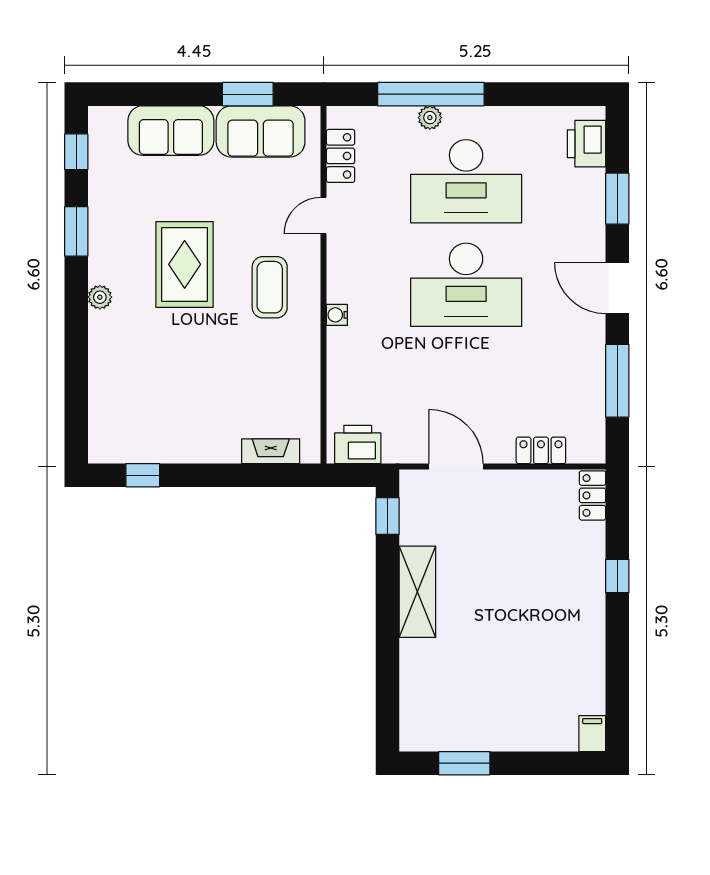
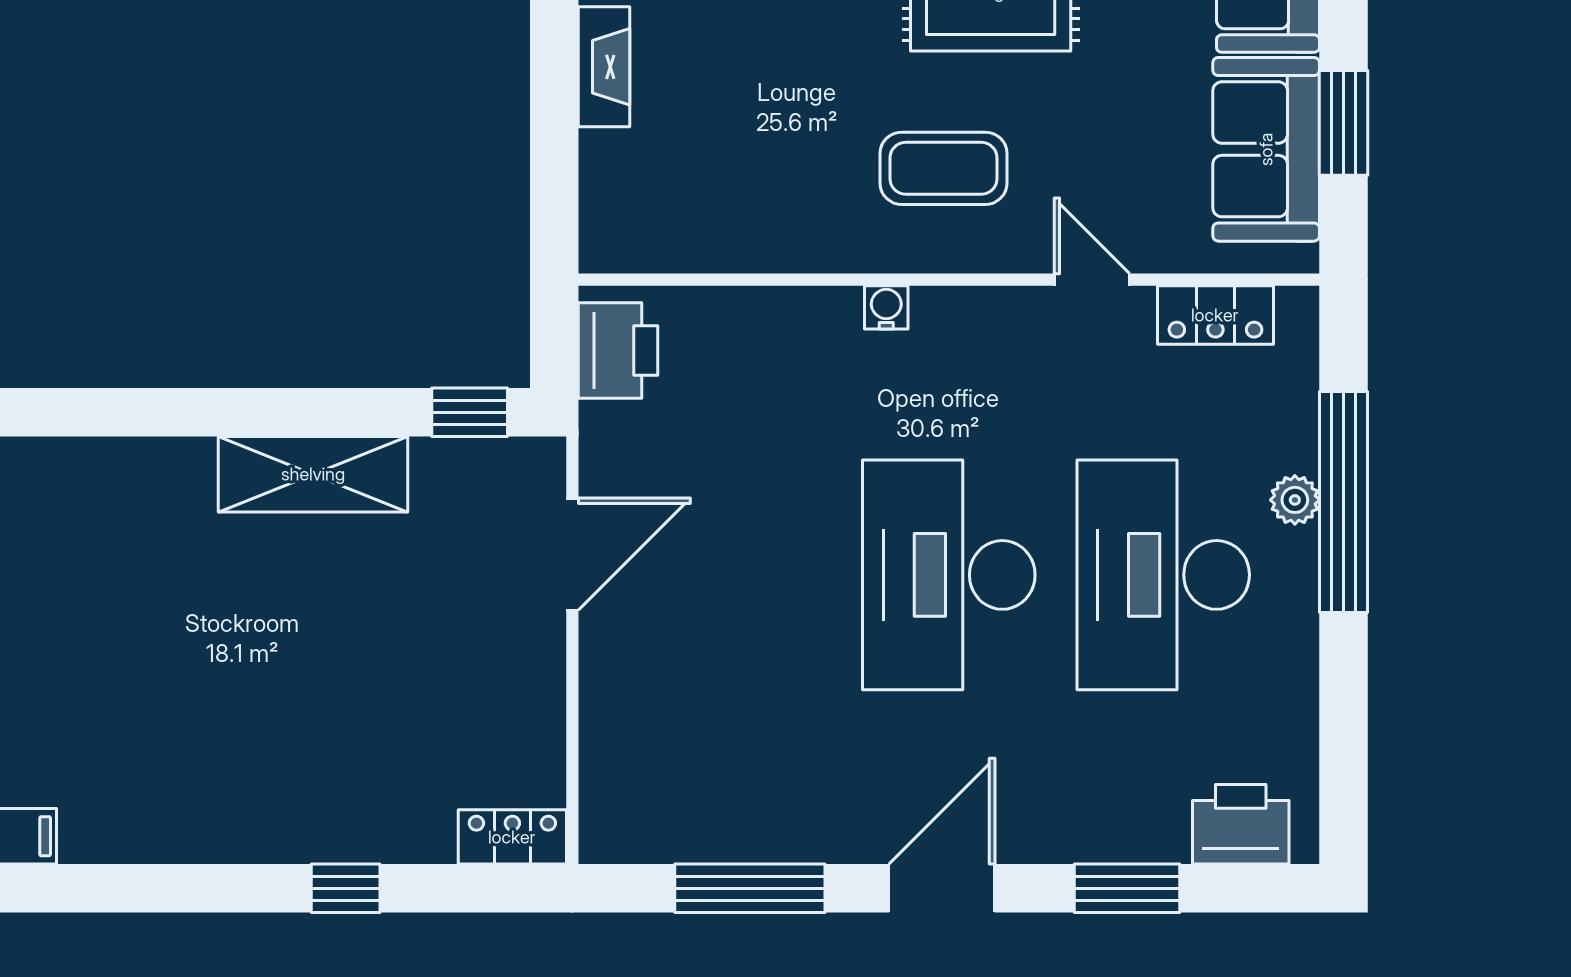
locker: (541, 450) -> (606, 730), removed
fireplace: (271, 451) -> (604, 67), moved

